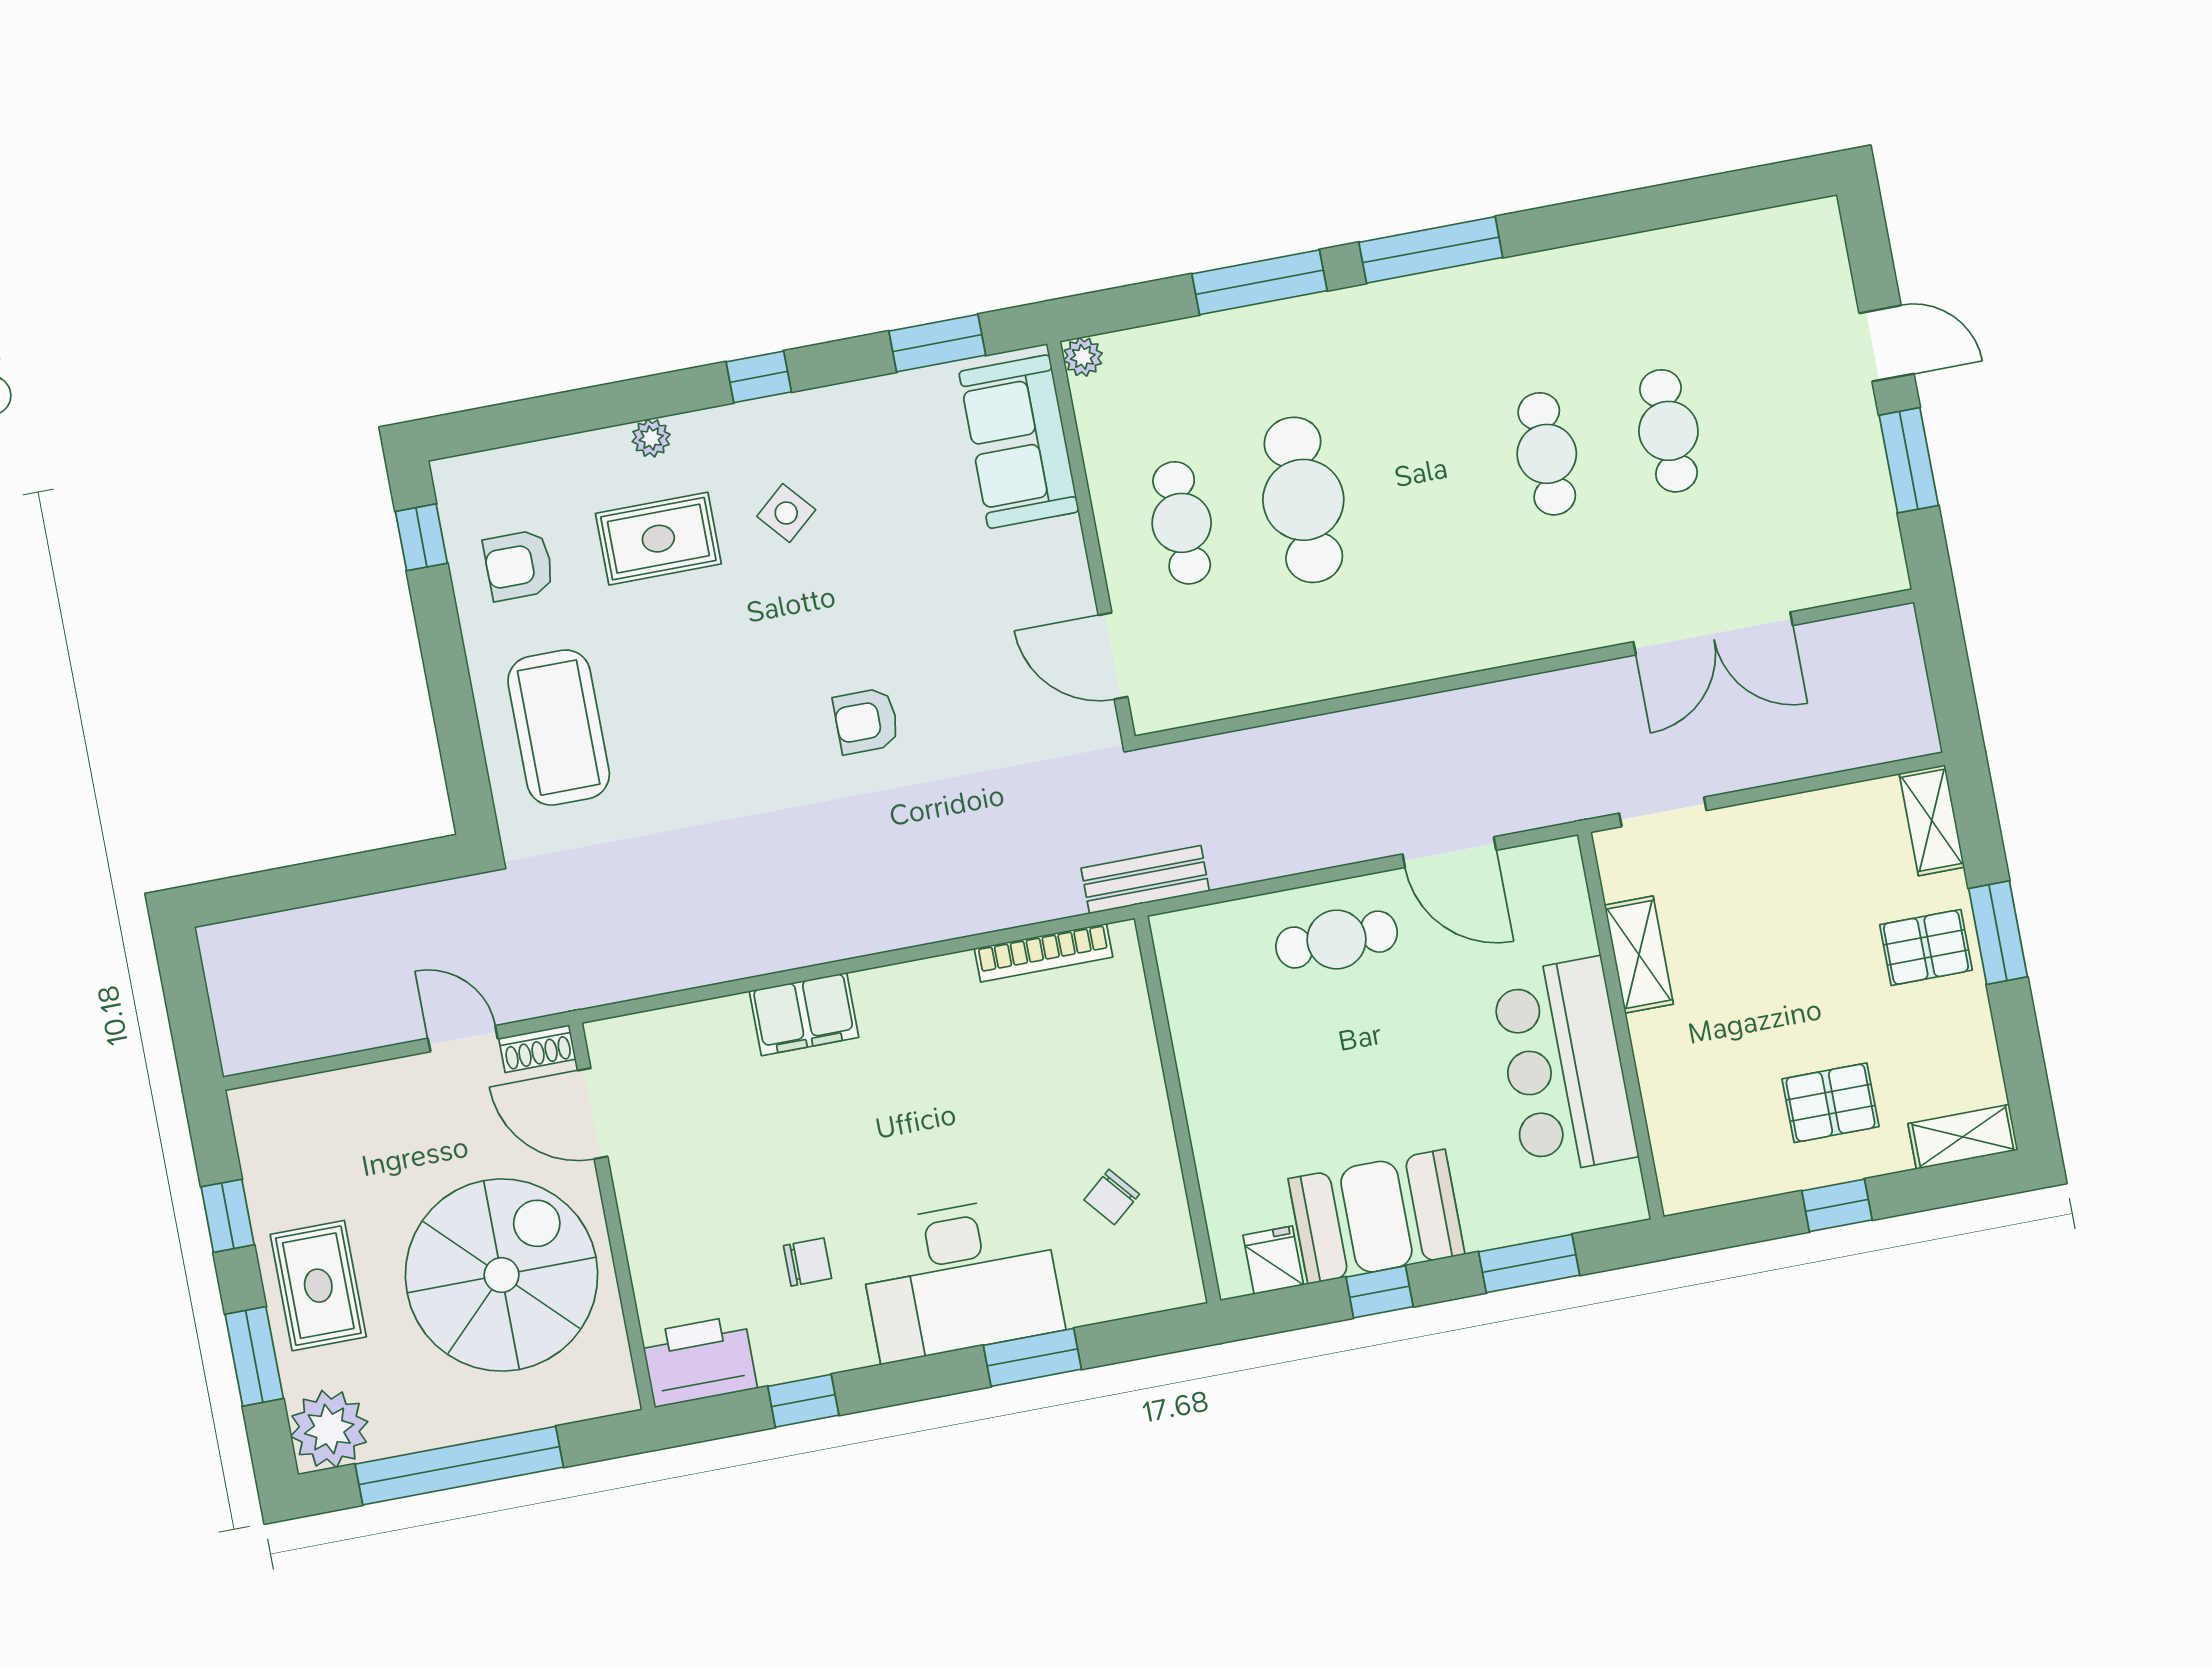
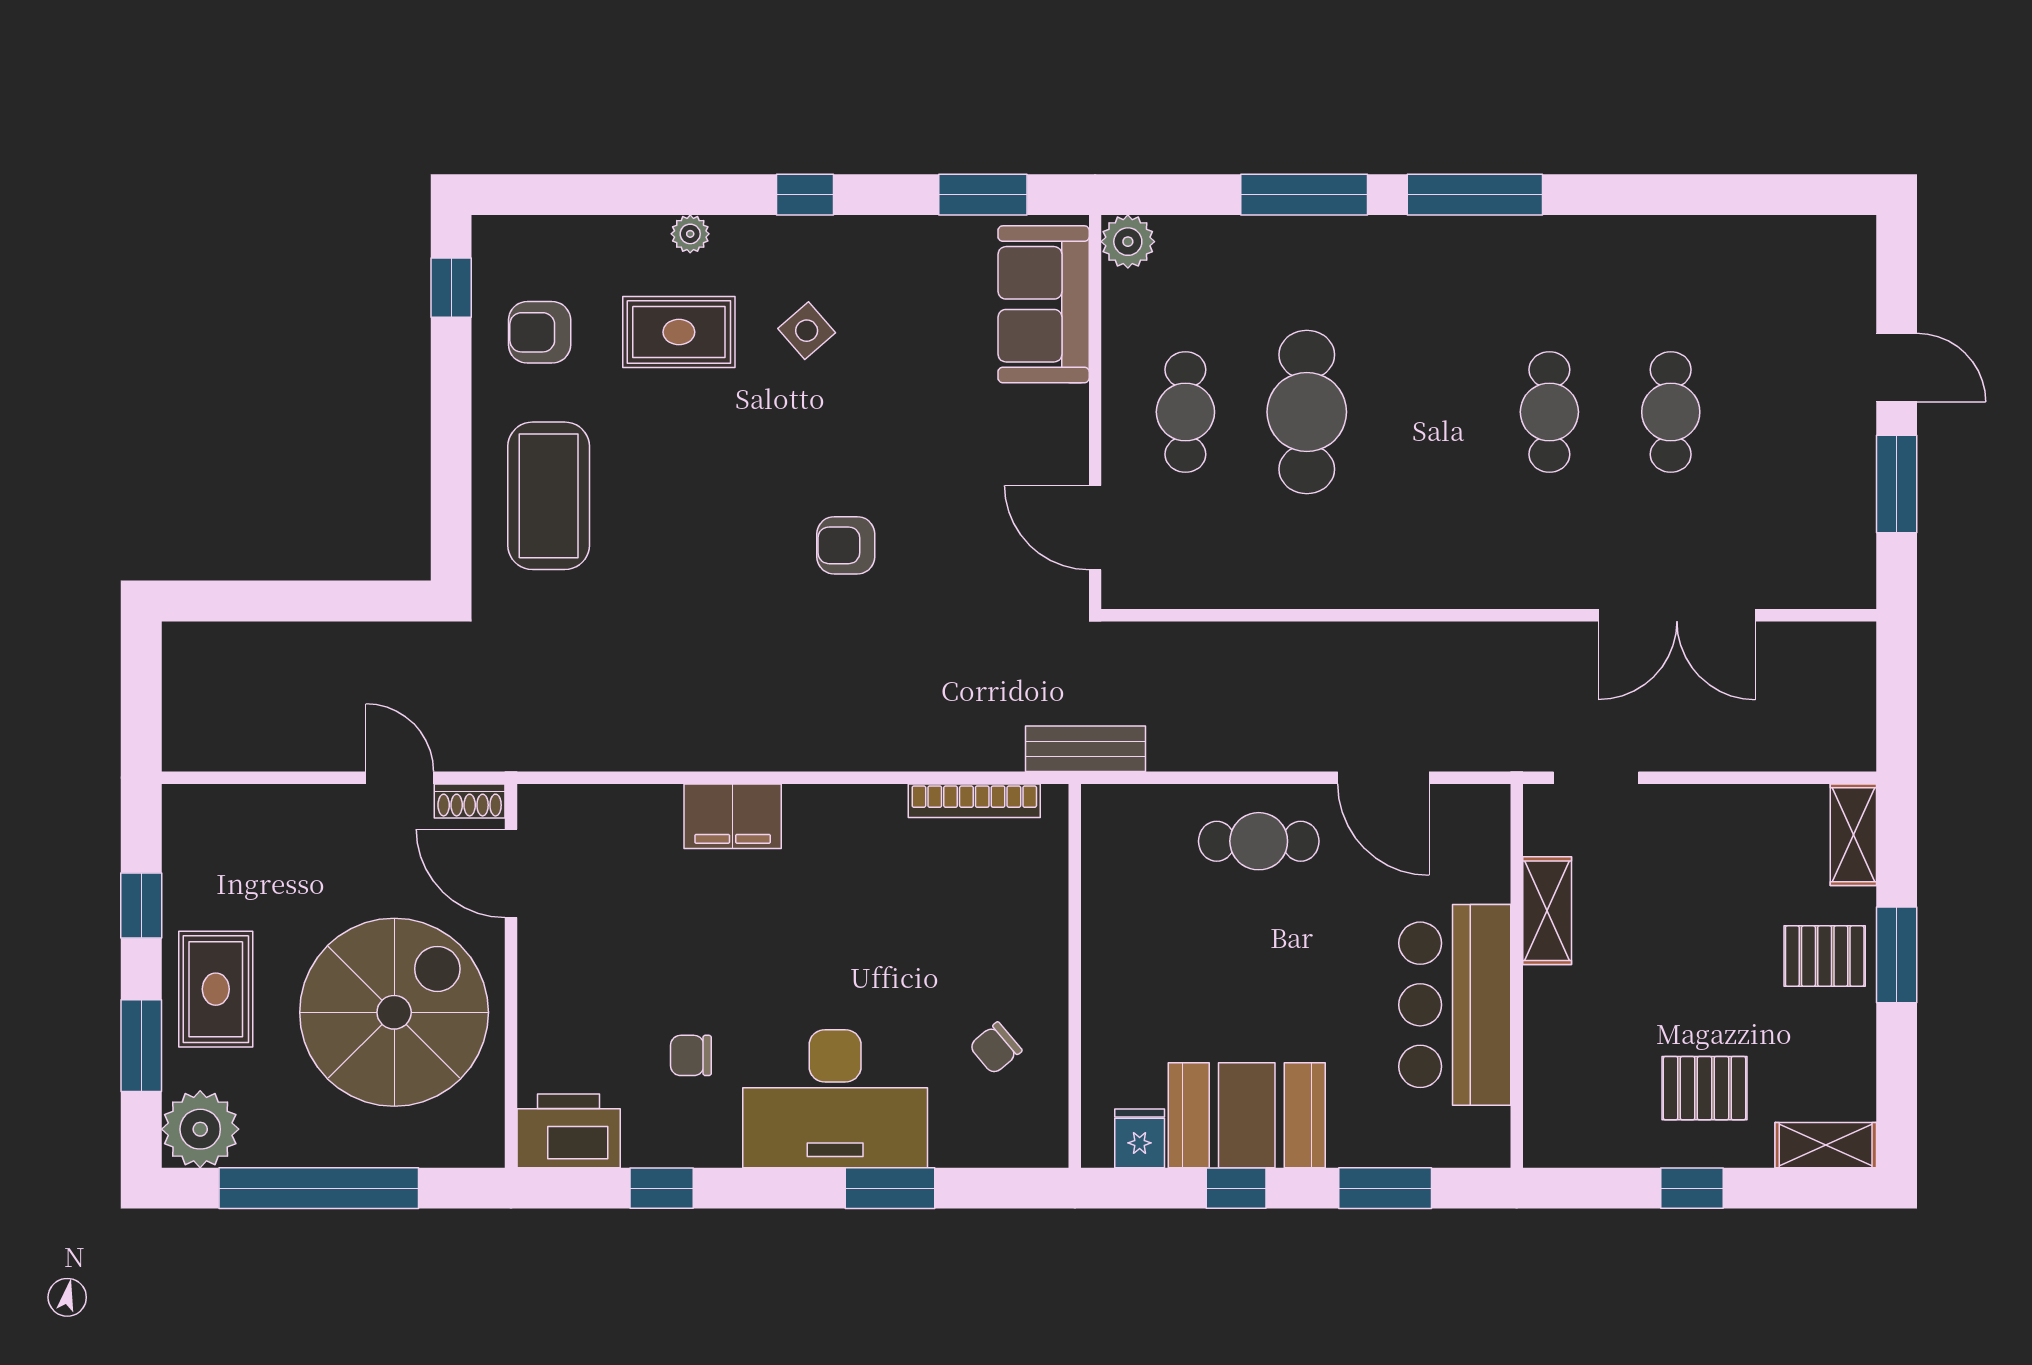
plant: (1083, 357) -> (1128, 242), width x1.38, depth x1.38
chair: (808, 1262) -> (691, 1055), turned 180

